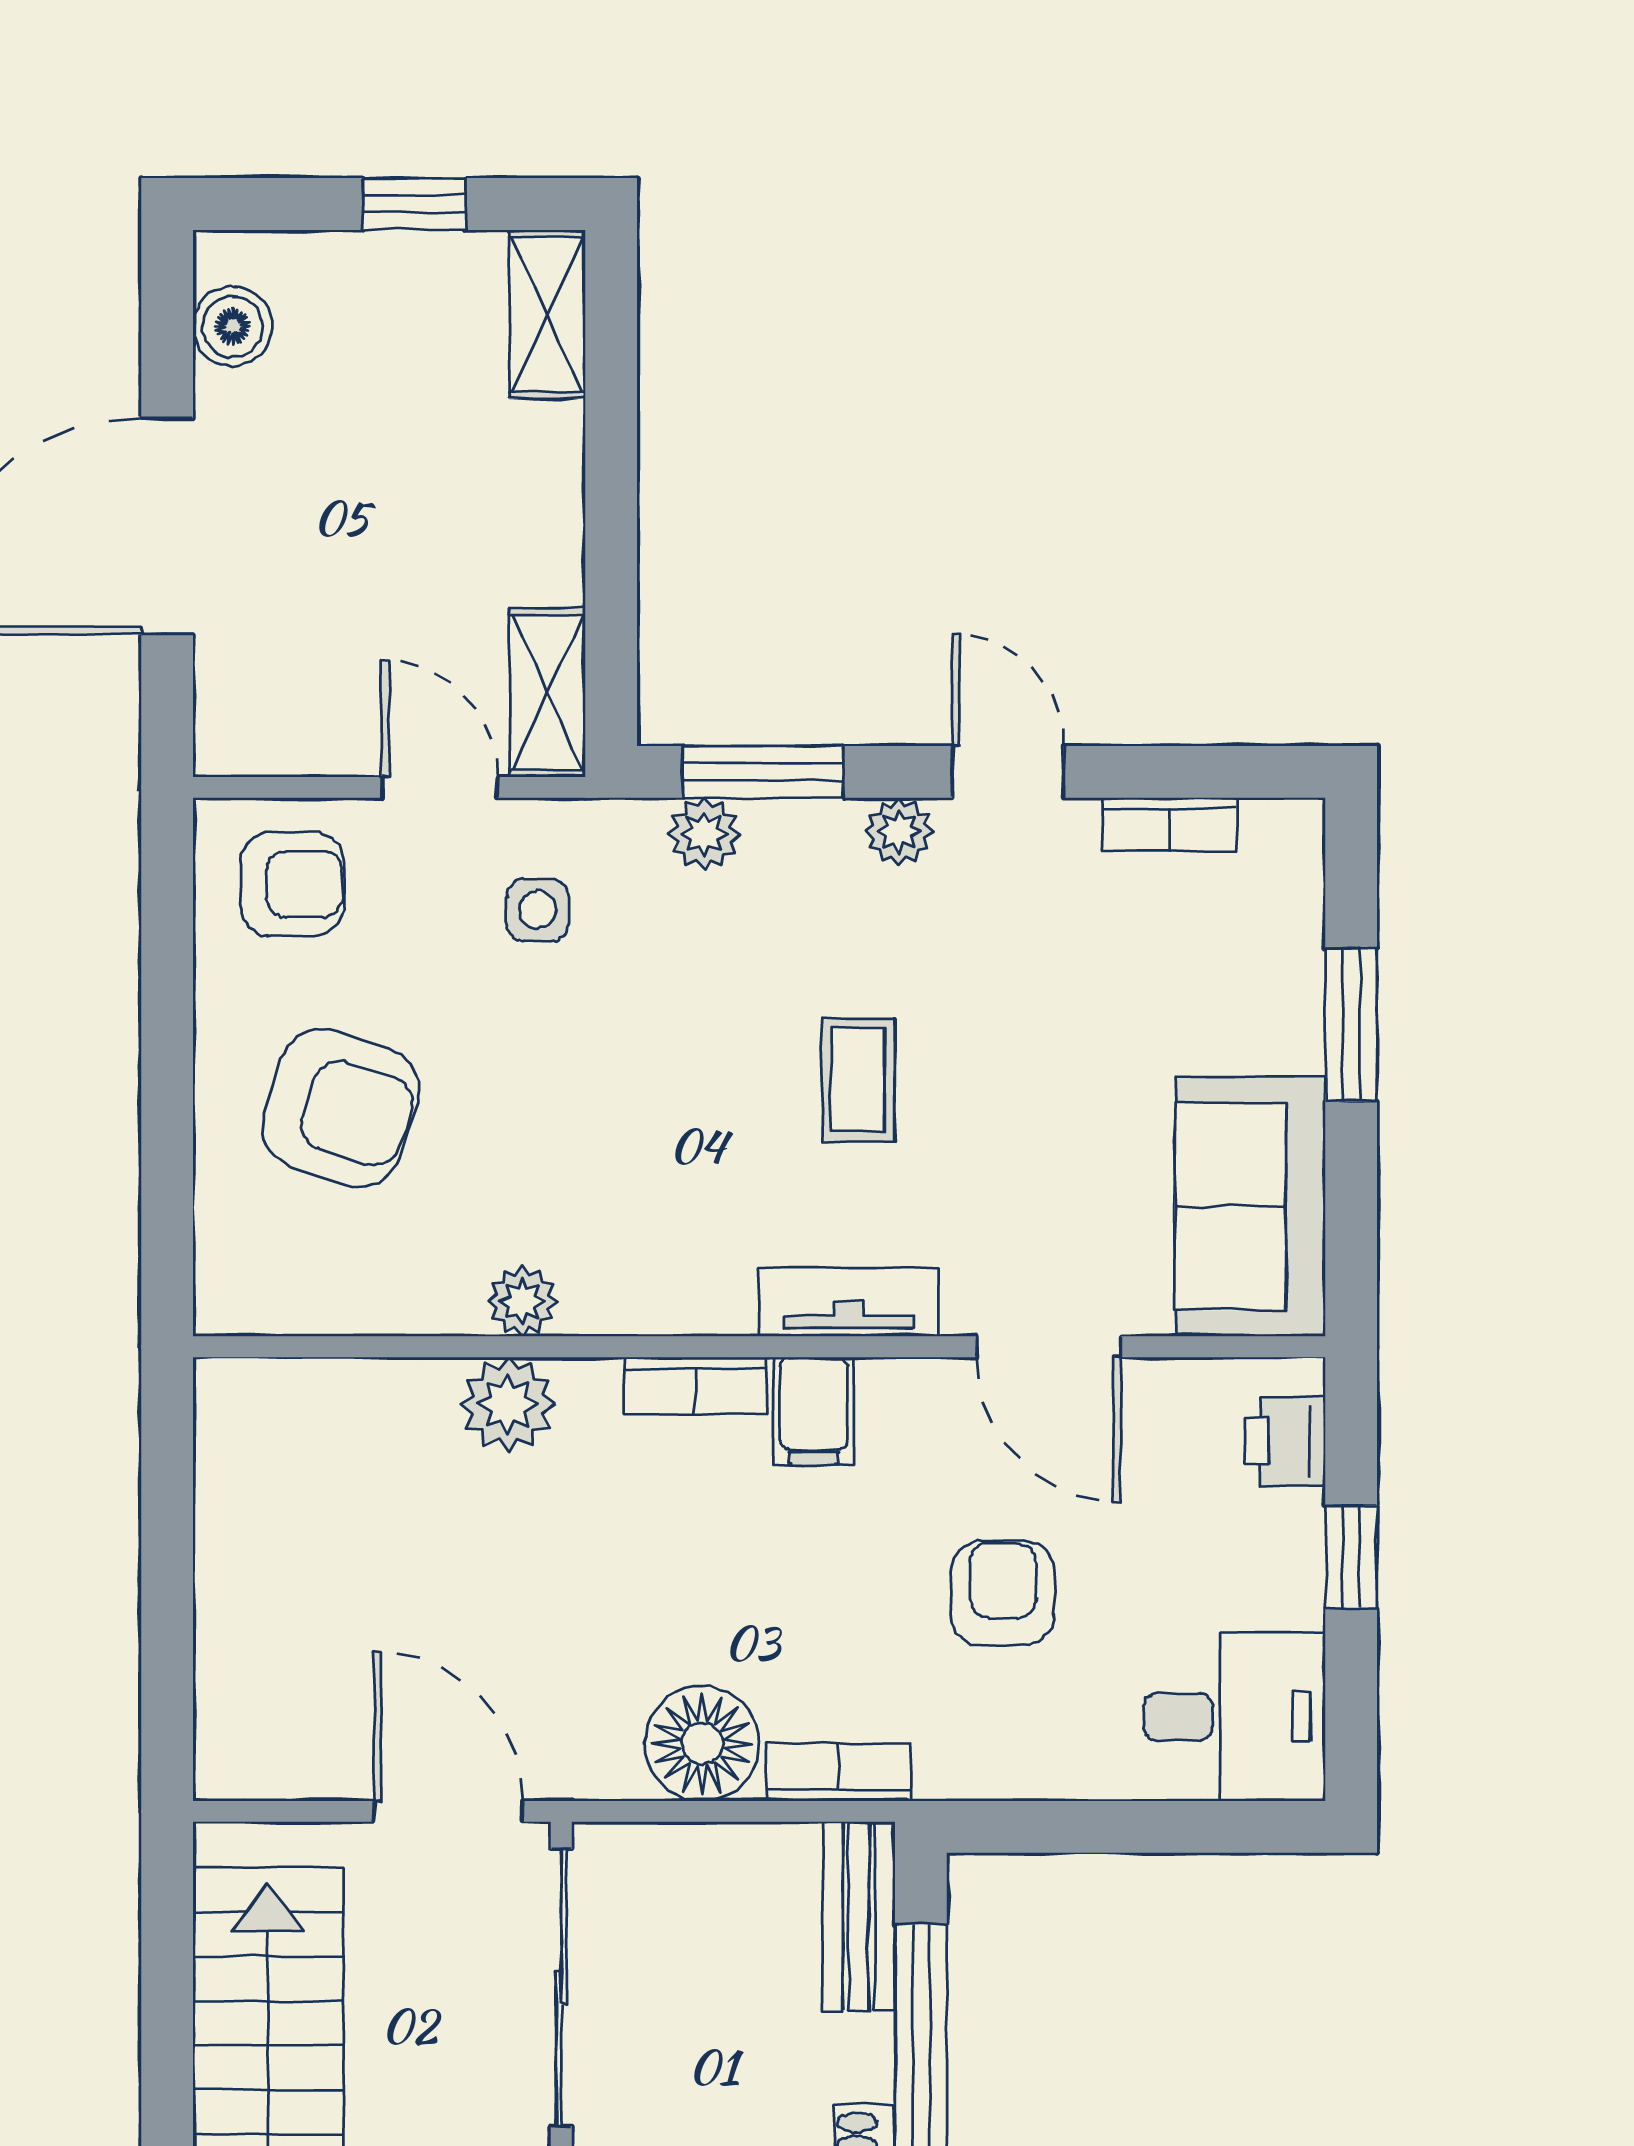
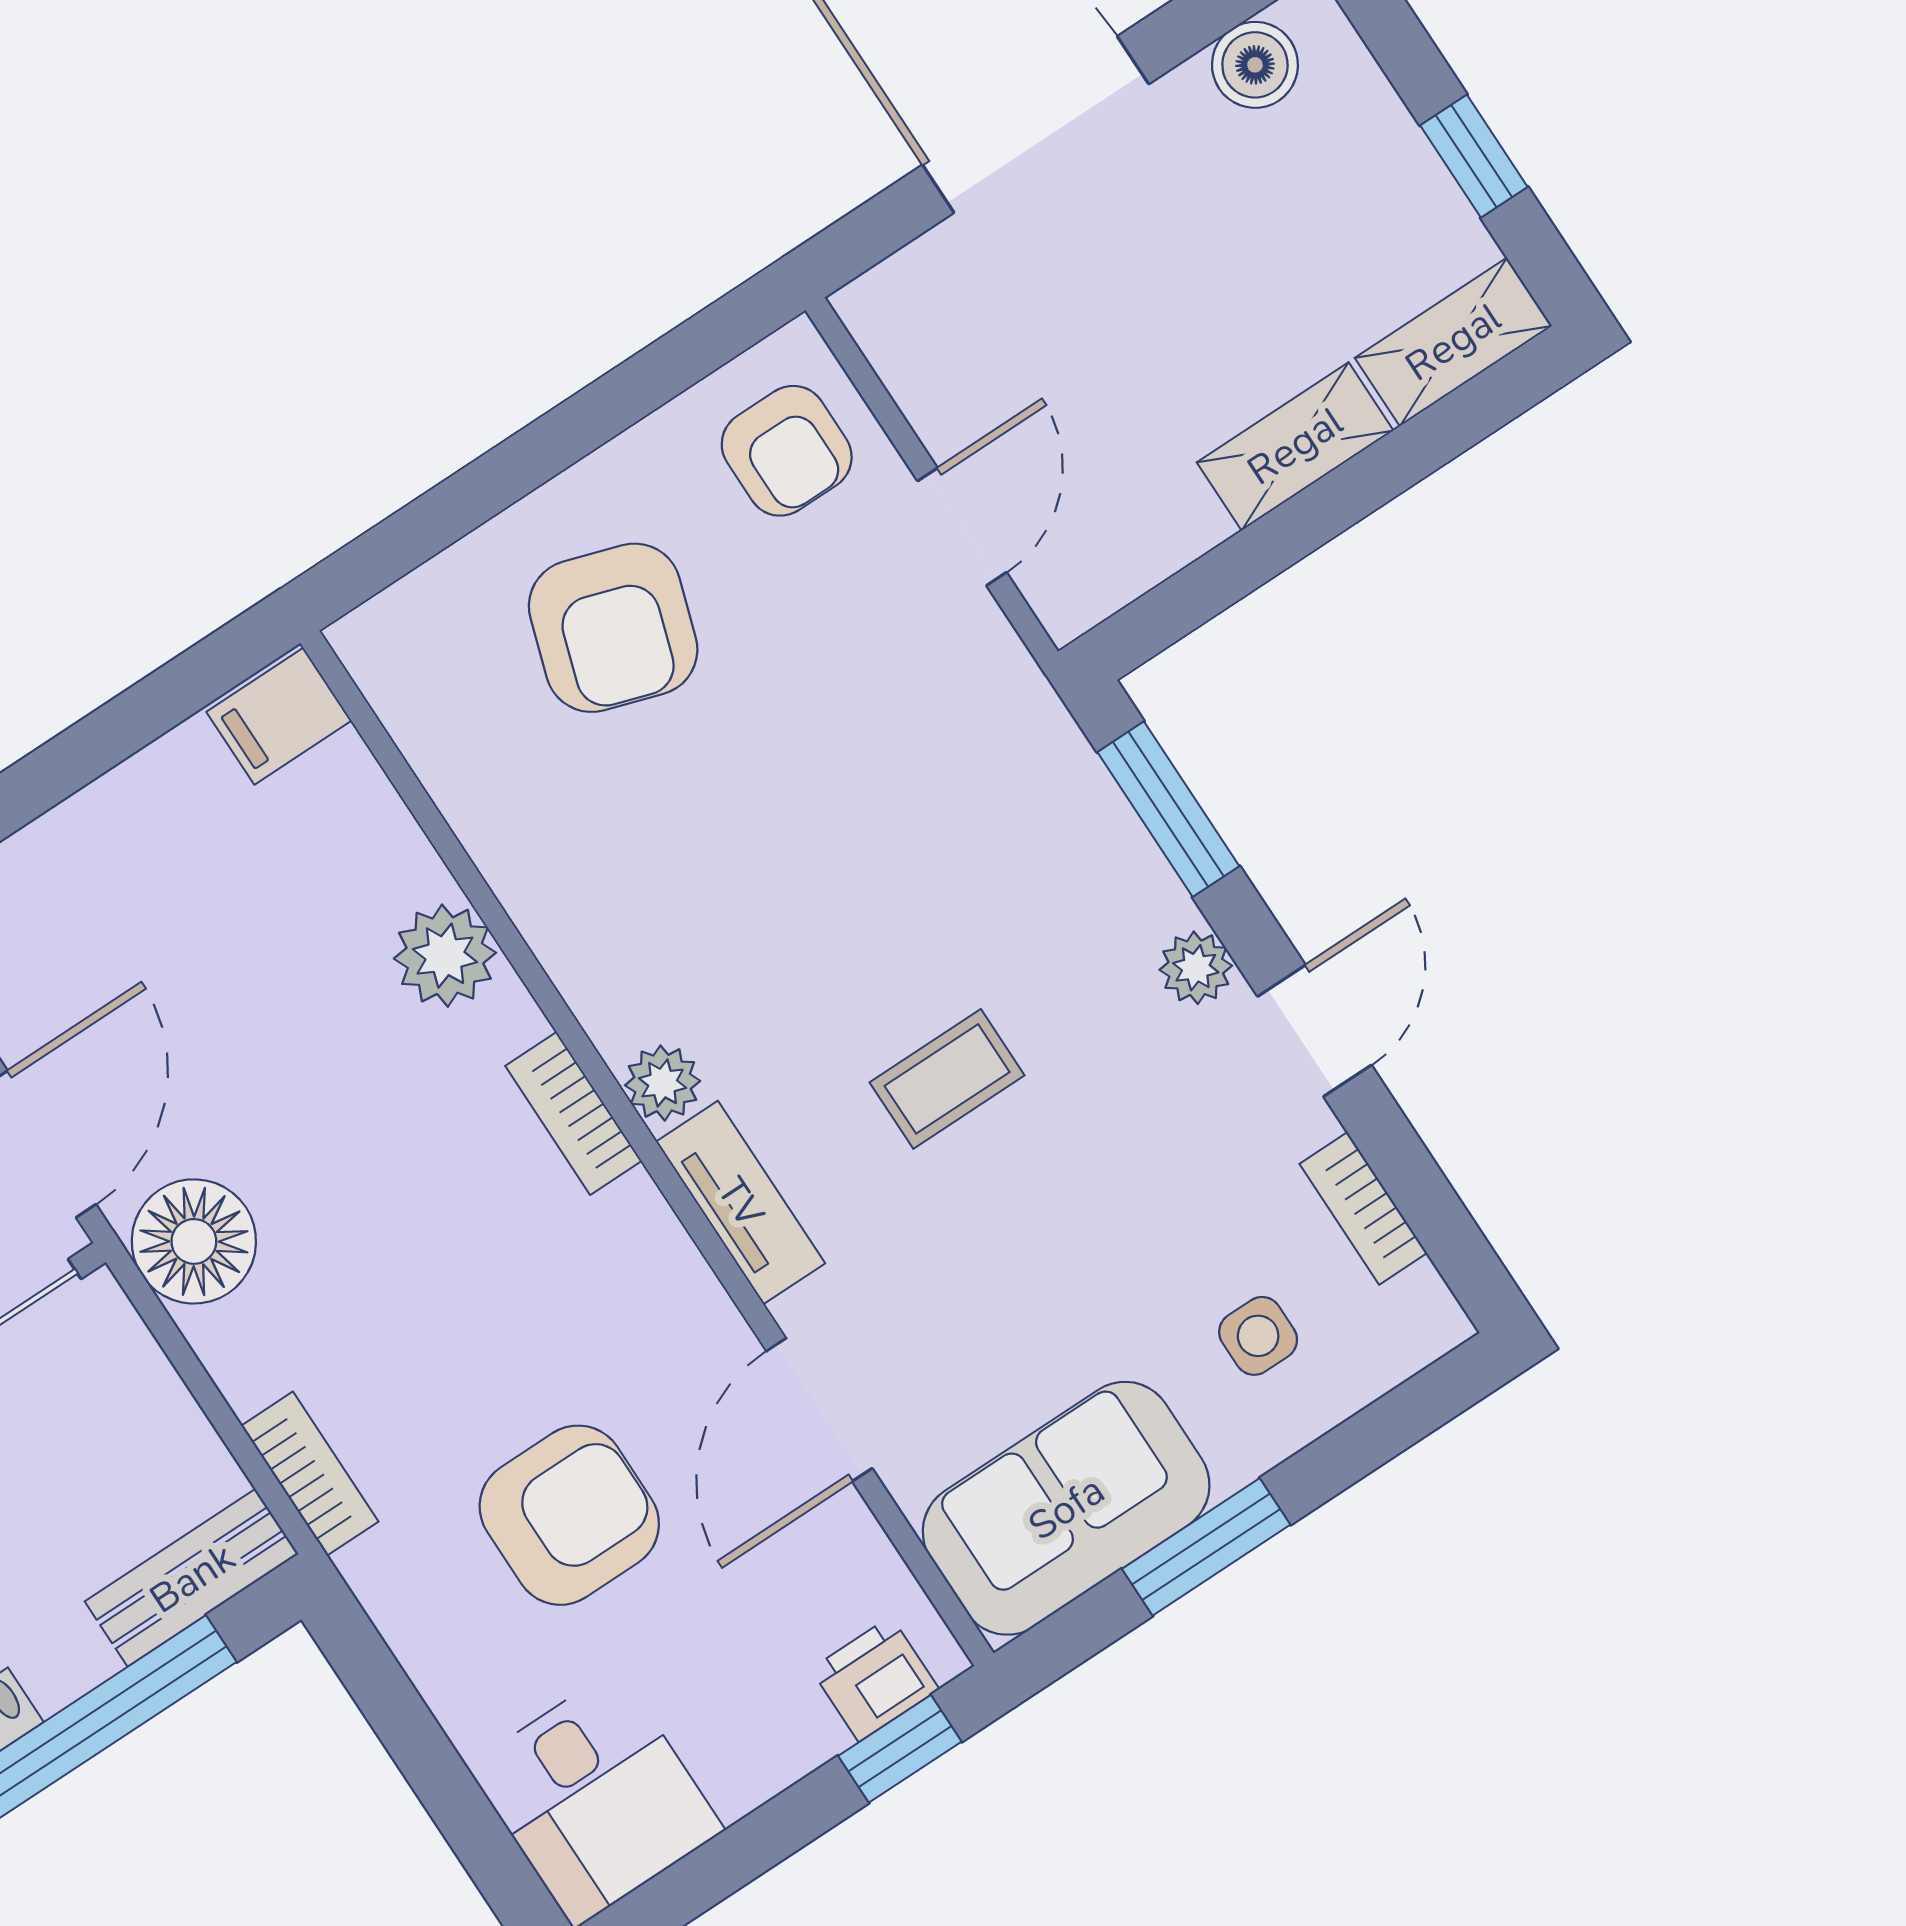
shelving: (547, 692) -> (1295, 446), moved
plant: (704, 834) -> (1078, 793), removed
side table: (538, 910) -> (1258, 1336), moved
window: (1351, 1025) -> (1206, 1547), moved
plant: (522, 1301) -> (663, 1083), moved
filing cabinet: (814, 1411) -> (279, 716), moved
window: (1351, 1557) -> (900, 1749), moved
armchair: (1003, 1593) -> (569, 1515), width x1.38, depth x1.38
floor lamp: (702, 1744) -> (194, 1241), moved

